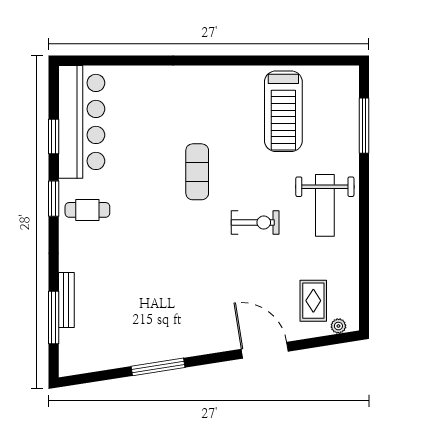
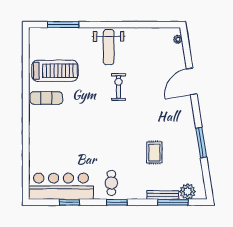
exercise mat: (197, 172) -> (46, 98), moved
window: (54, 199) -> (117, 202), moved
weight bench: (325, 205) -> (109, 47), turned 90
rug: (313, 301) -> (154, 152), moved, turned 90
plant: (72, 343) -> (188, 192), added

